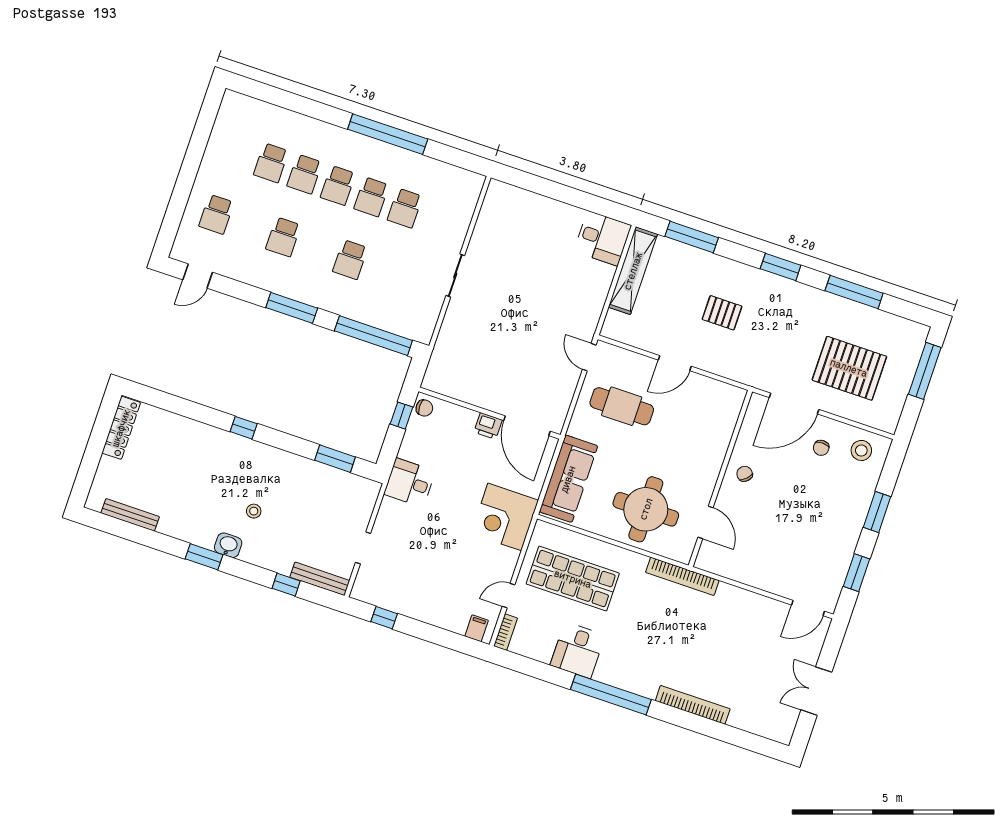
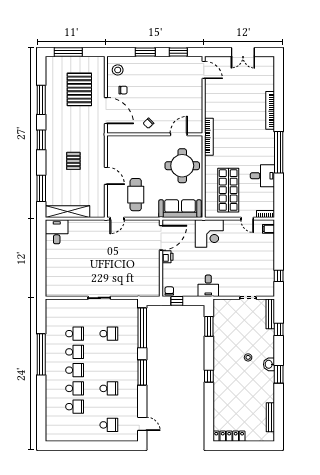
school desk: (350, 260) -> (109, 334), moved

